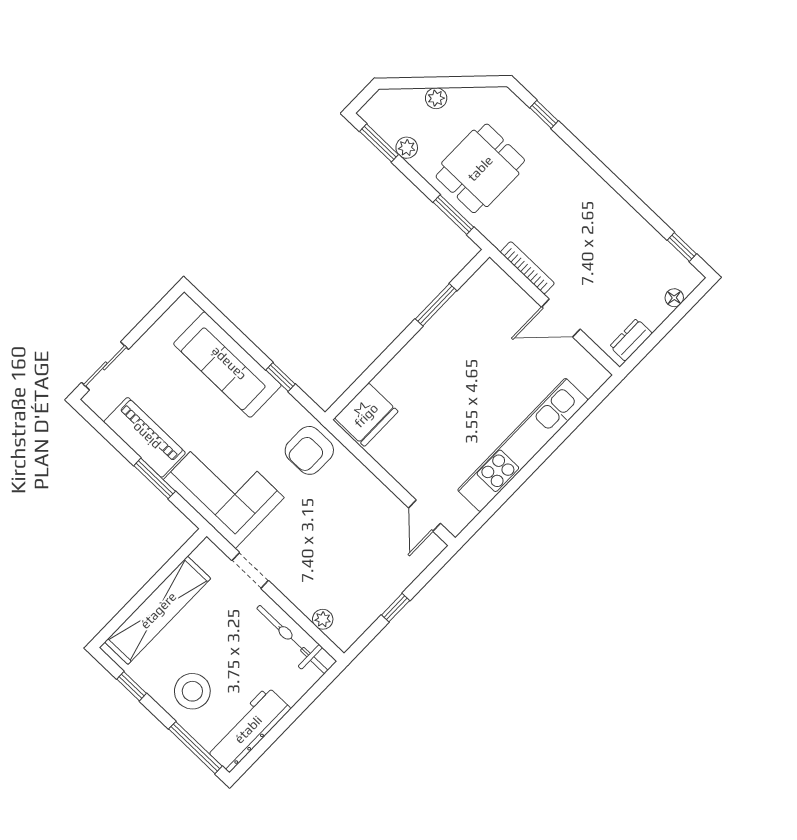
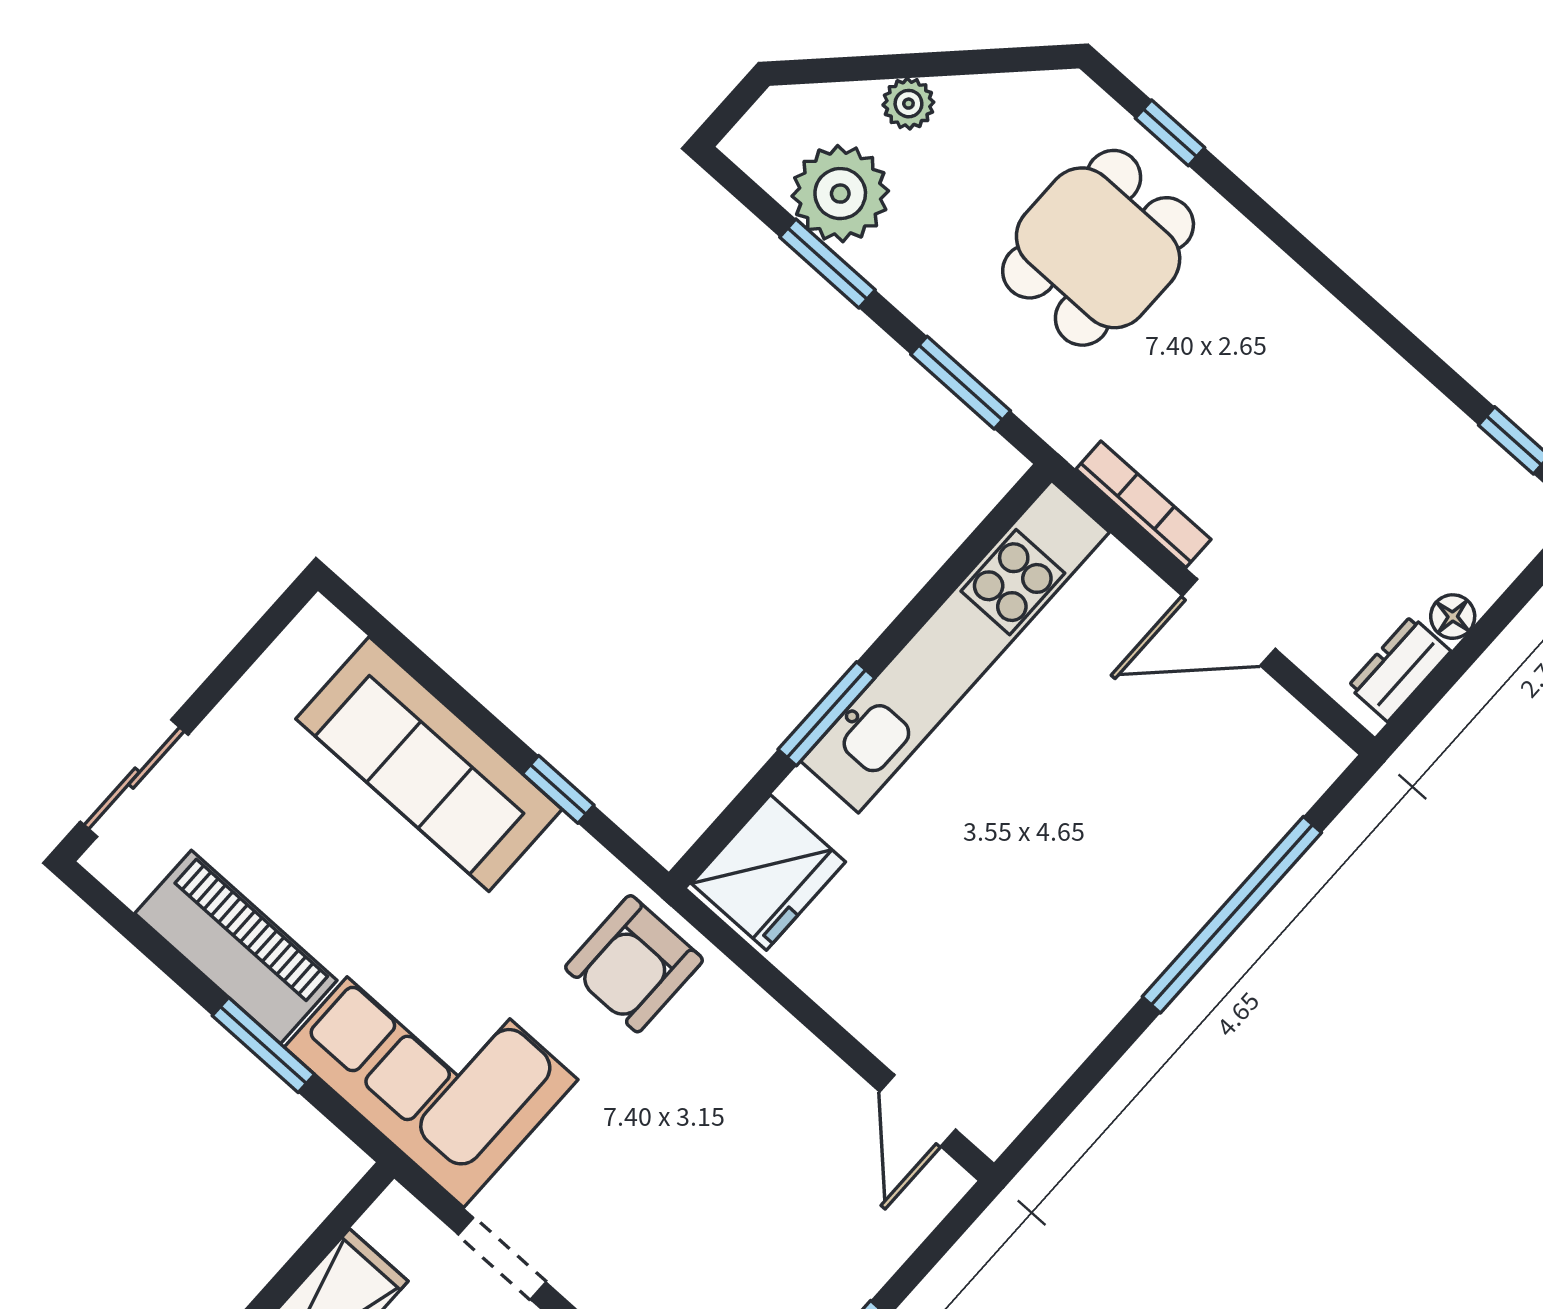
window: (379, 143) -> (827, 264), moved
plant: (407, 148) -> (840, 194), width x1.87, depth x1.87
dining table: (480, 168) -> (1098, 248), moved
floor lamp: (674, 298) -> (1453, 617), moved
window: (436, 305) -> (826, 714), moved
window: (558, 439) -> (1232, 915), added
kitchen unit: (523, 445) -> (955, 647), moved, turned 180

